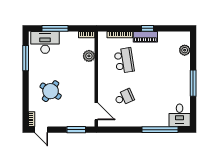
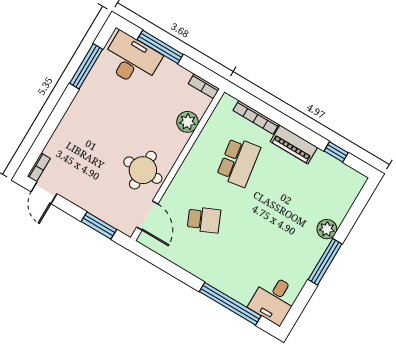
window: (148, 28) -> (336, 152), moved
plant: (185, 50) -> (327, 229), moved
round table: (51, 91) -> (143, 170), moved, turned -34

